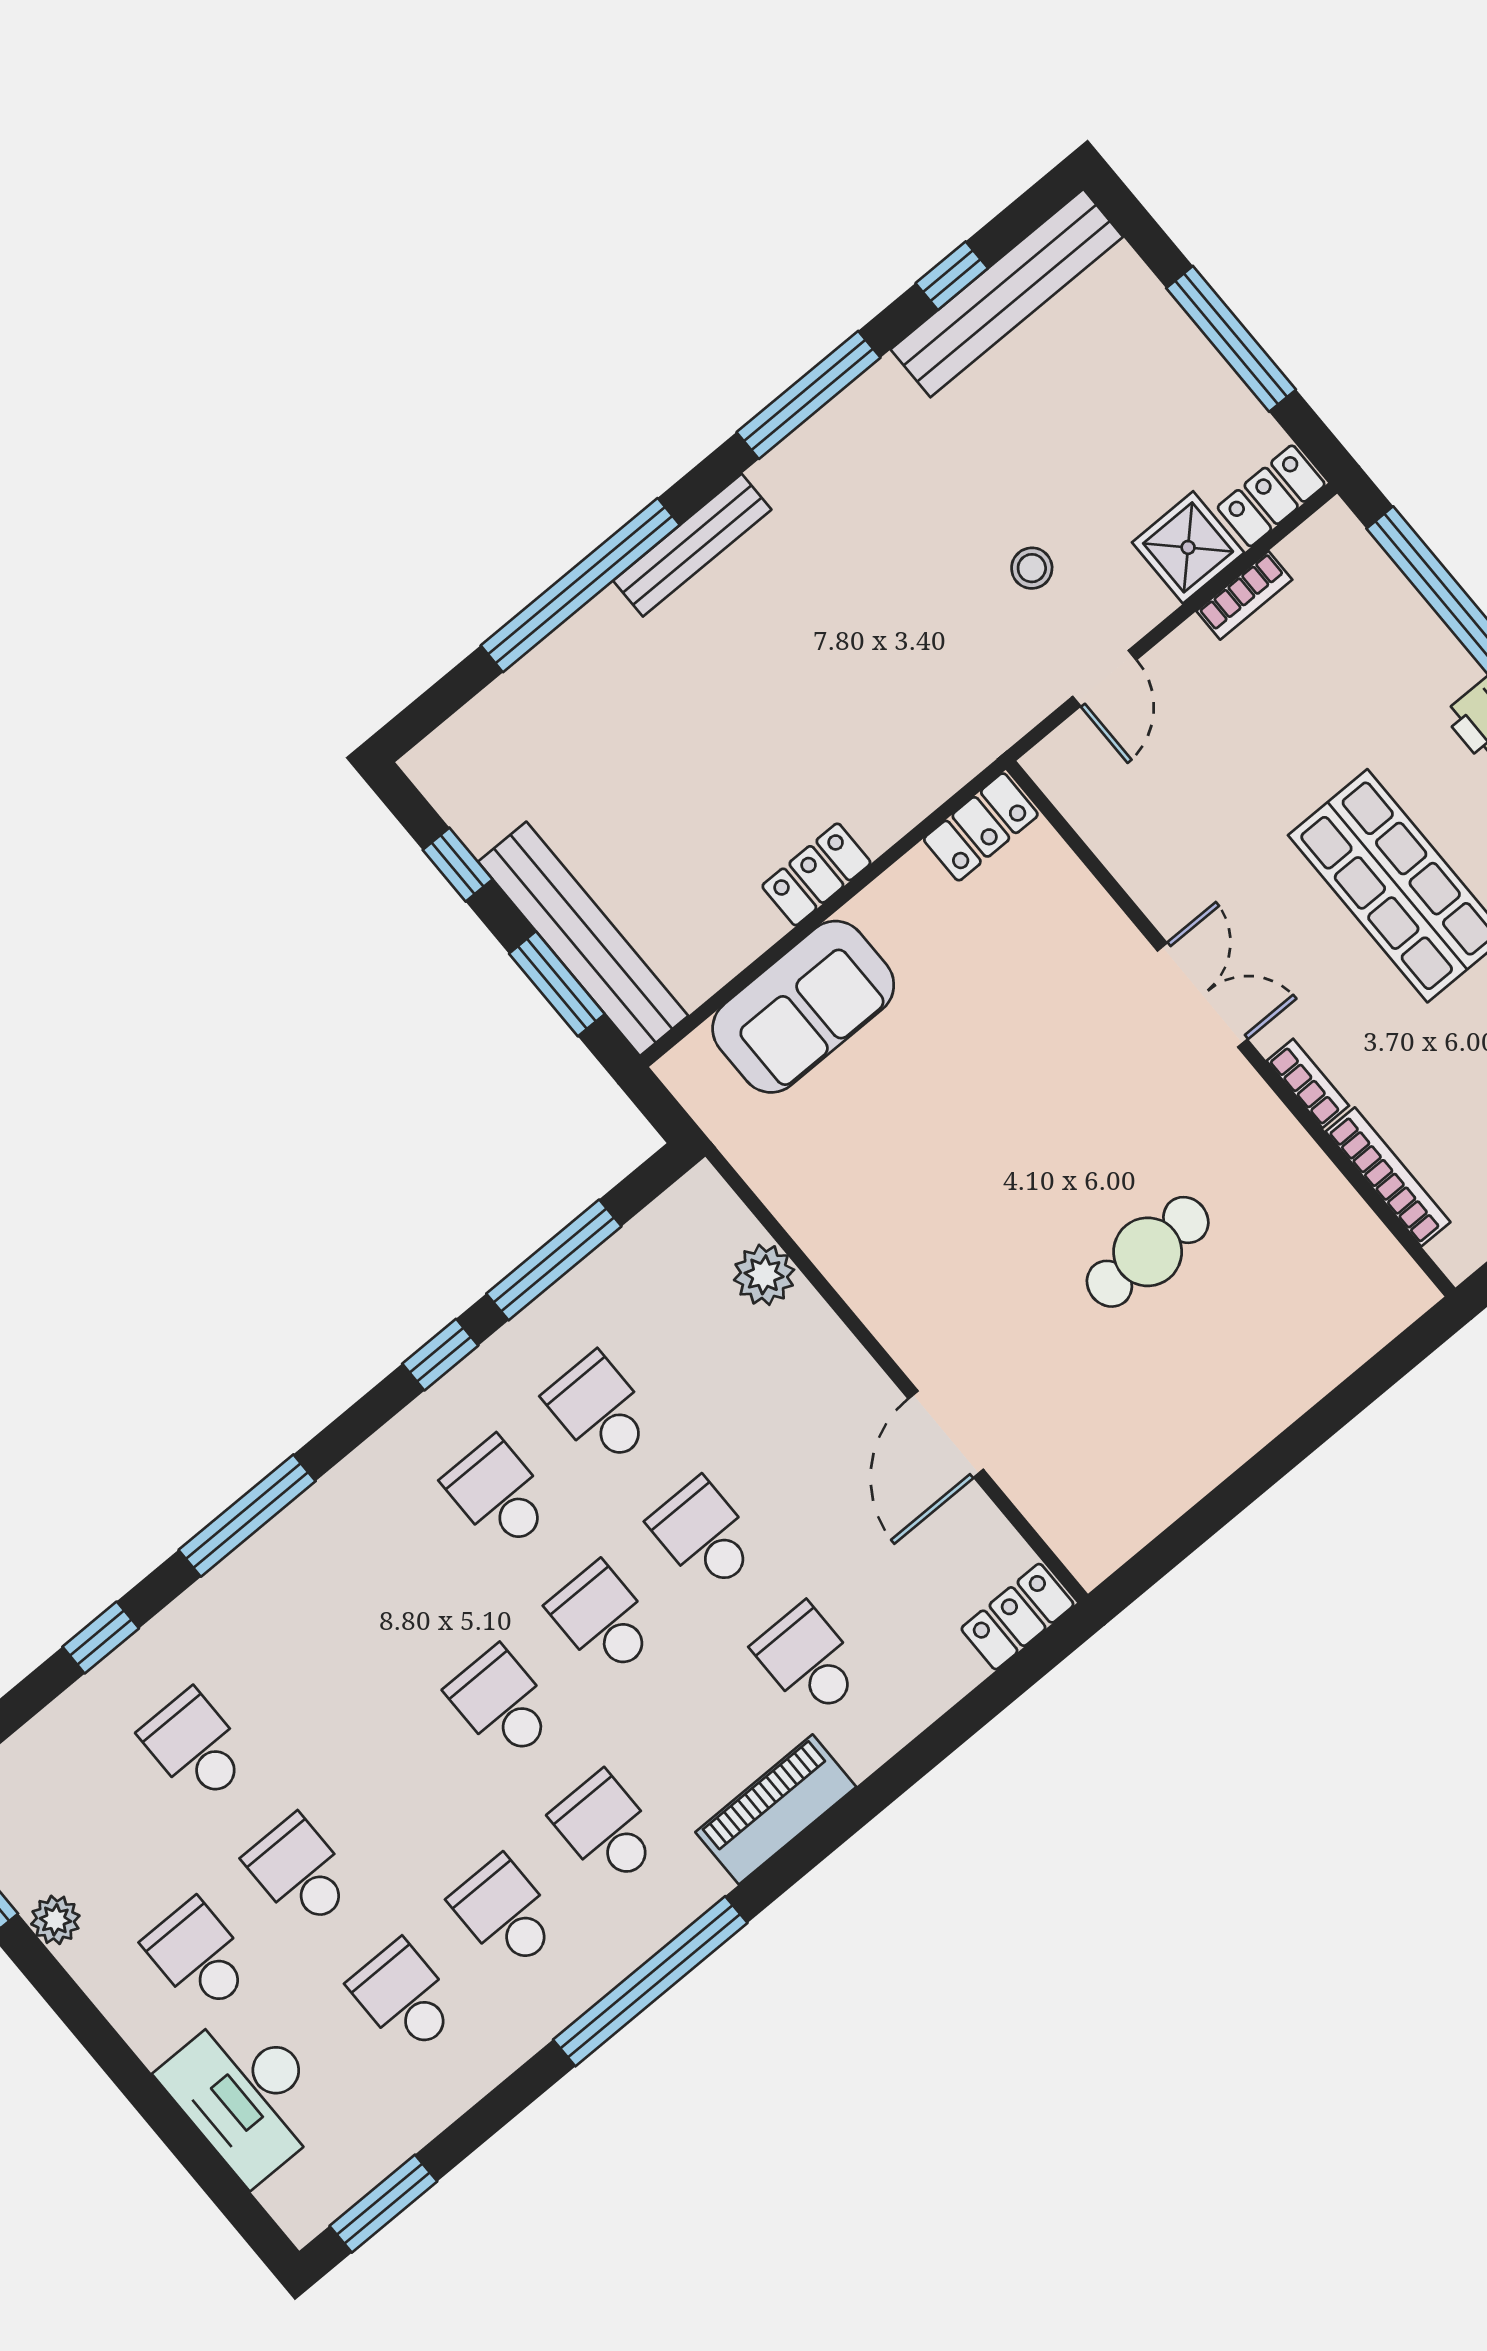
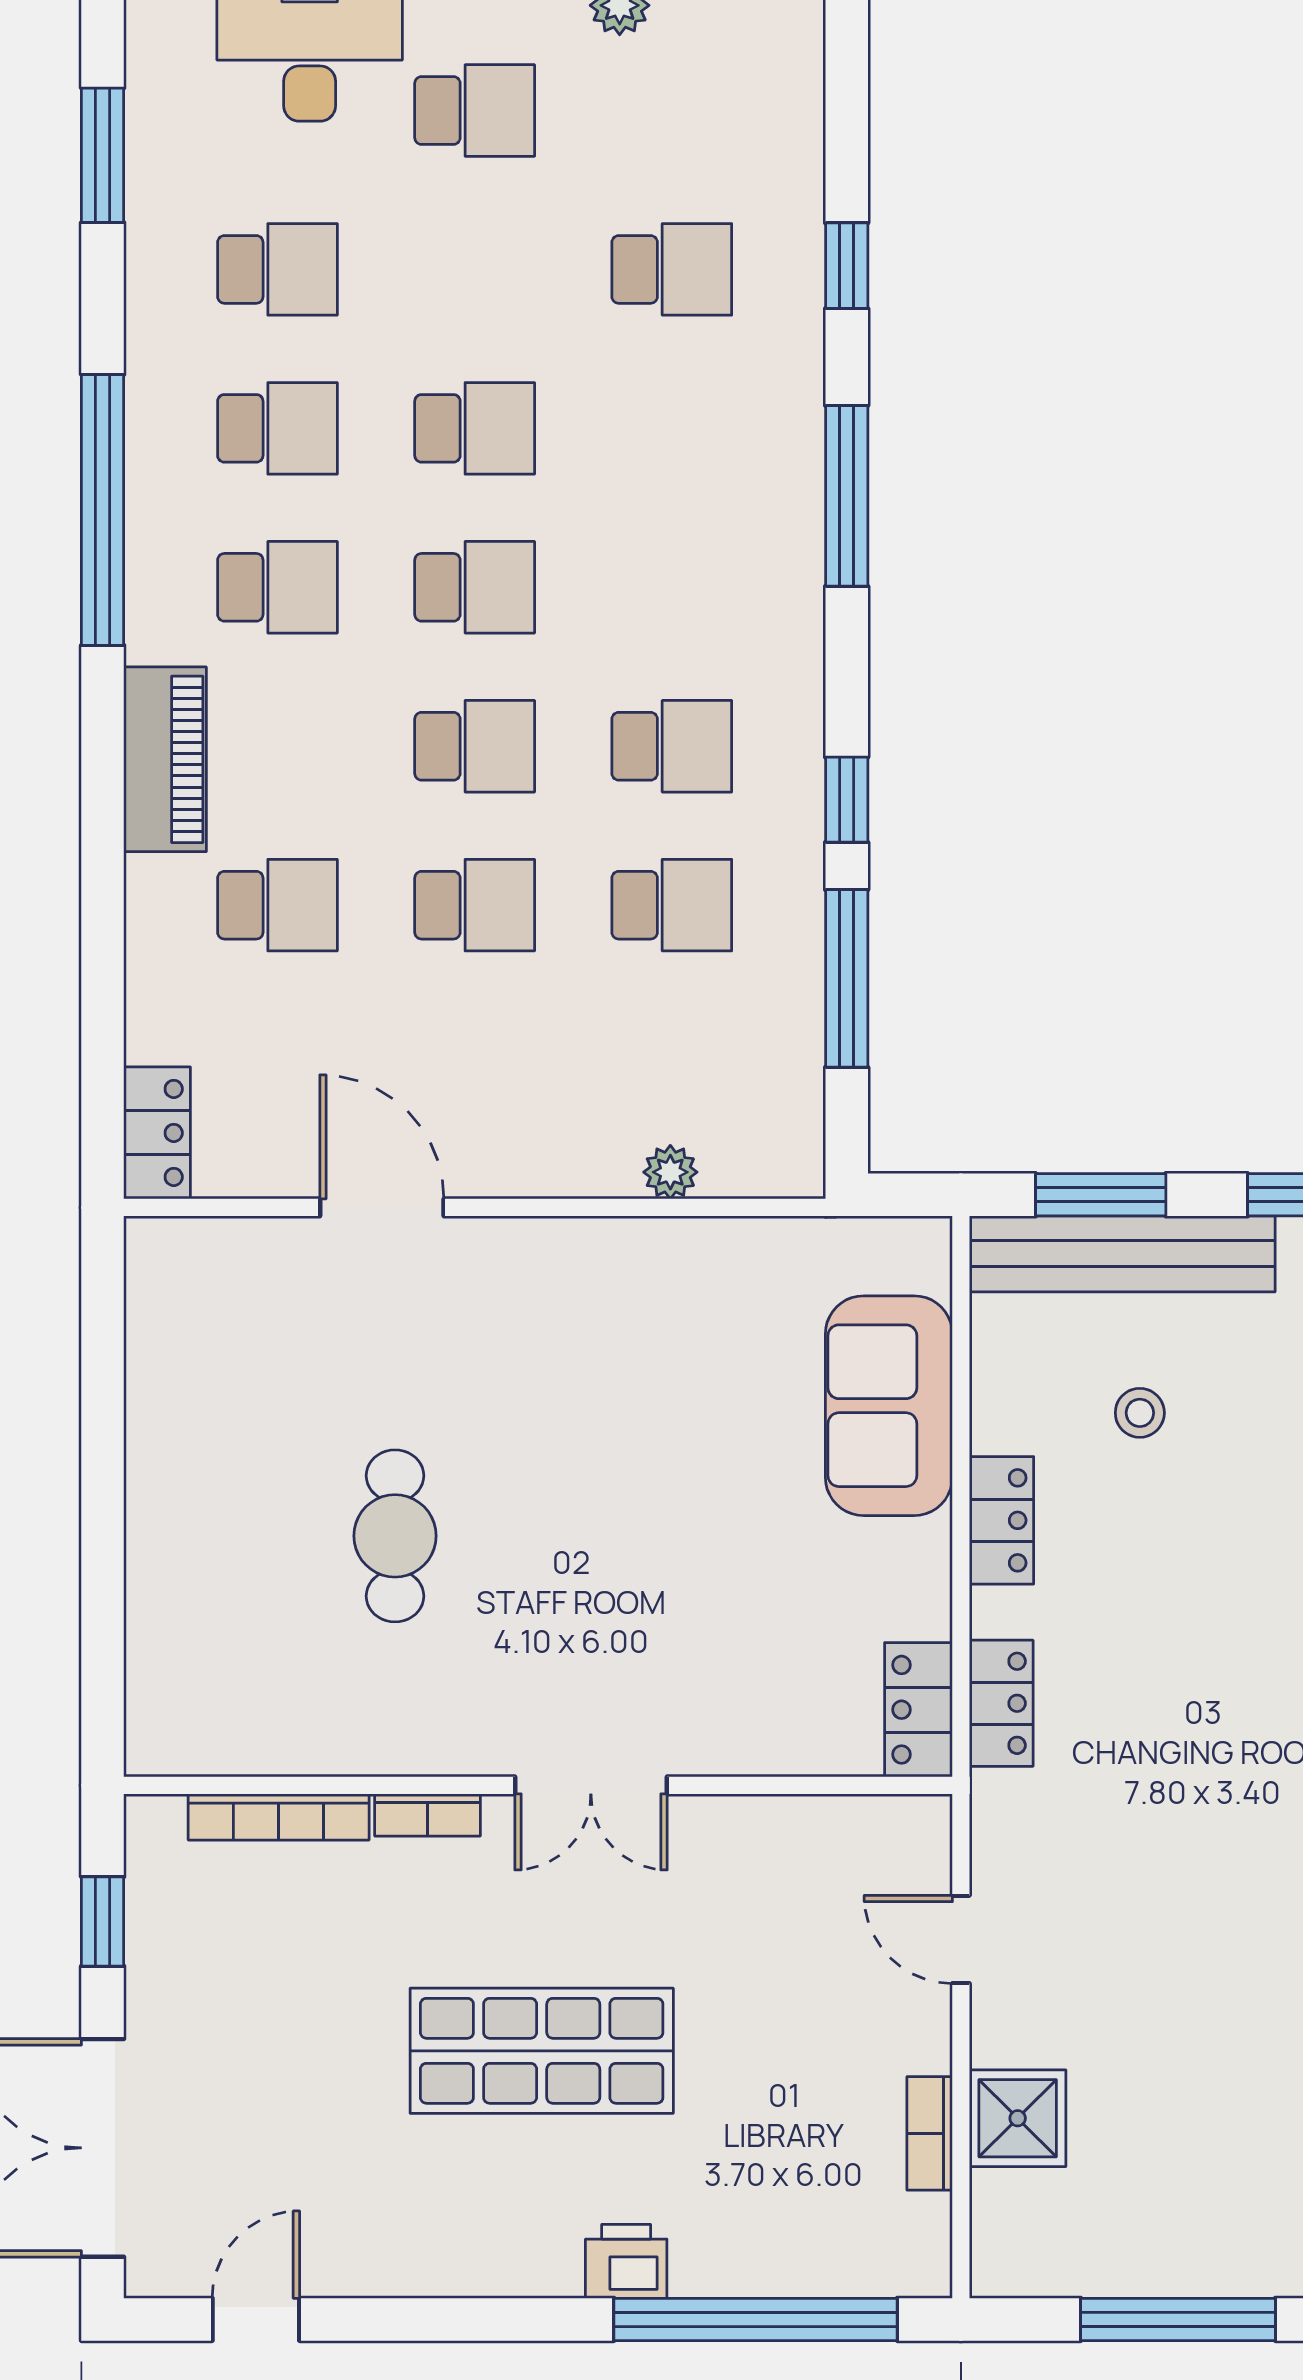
locker: (1271, 496) -> (1001, 1703), moved
stool: (1032, 568) -> (1140, 1413), moved
plant: (764, 1275) -> (670, 1172), width x0.73, depth x0.73
school desk: (300, 1872) -> (475, 428), moved
window: (383, 2204) -> (103, 155), moved

